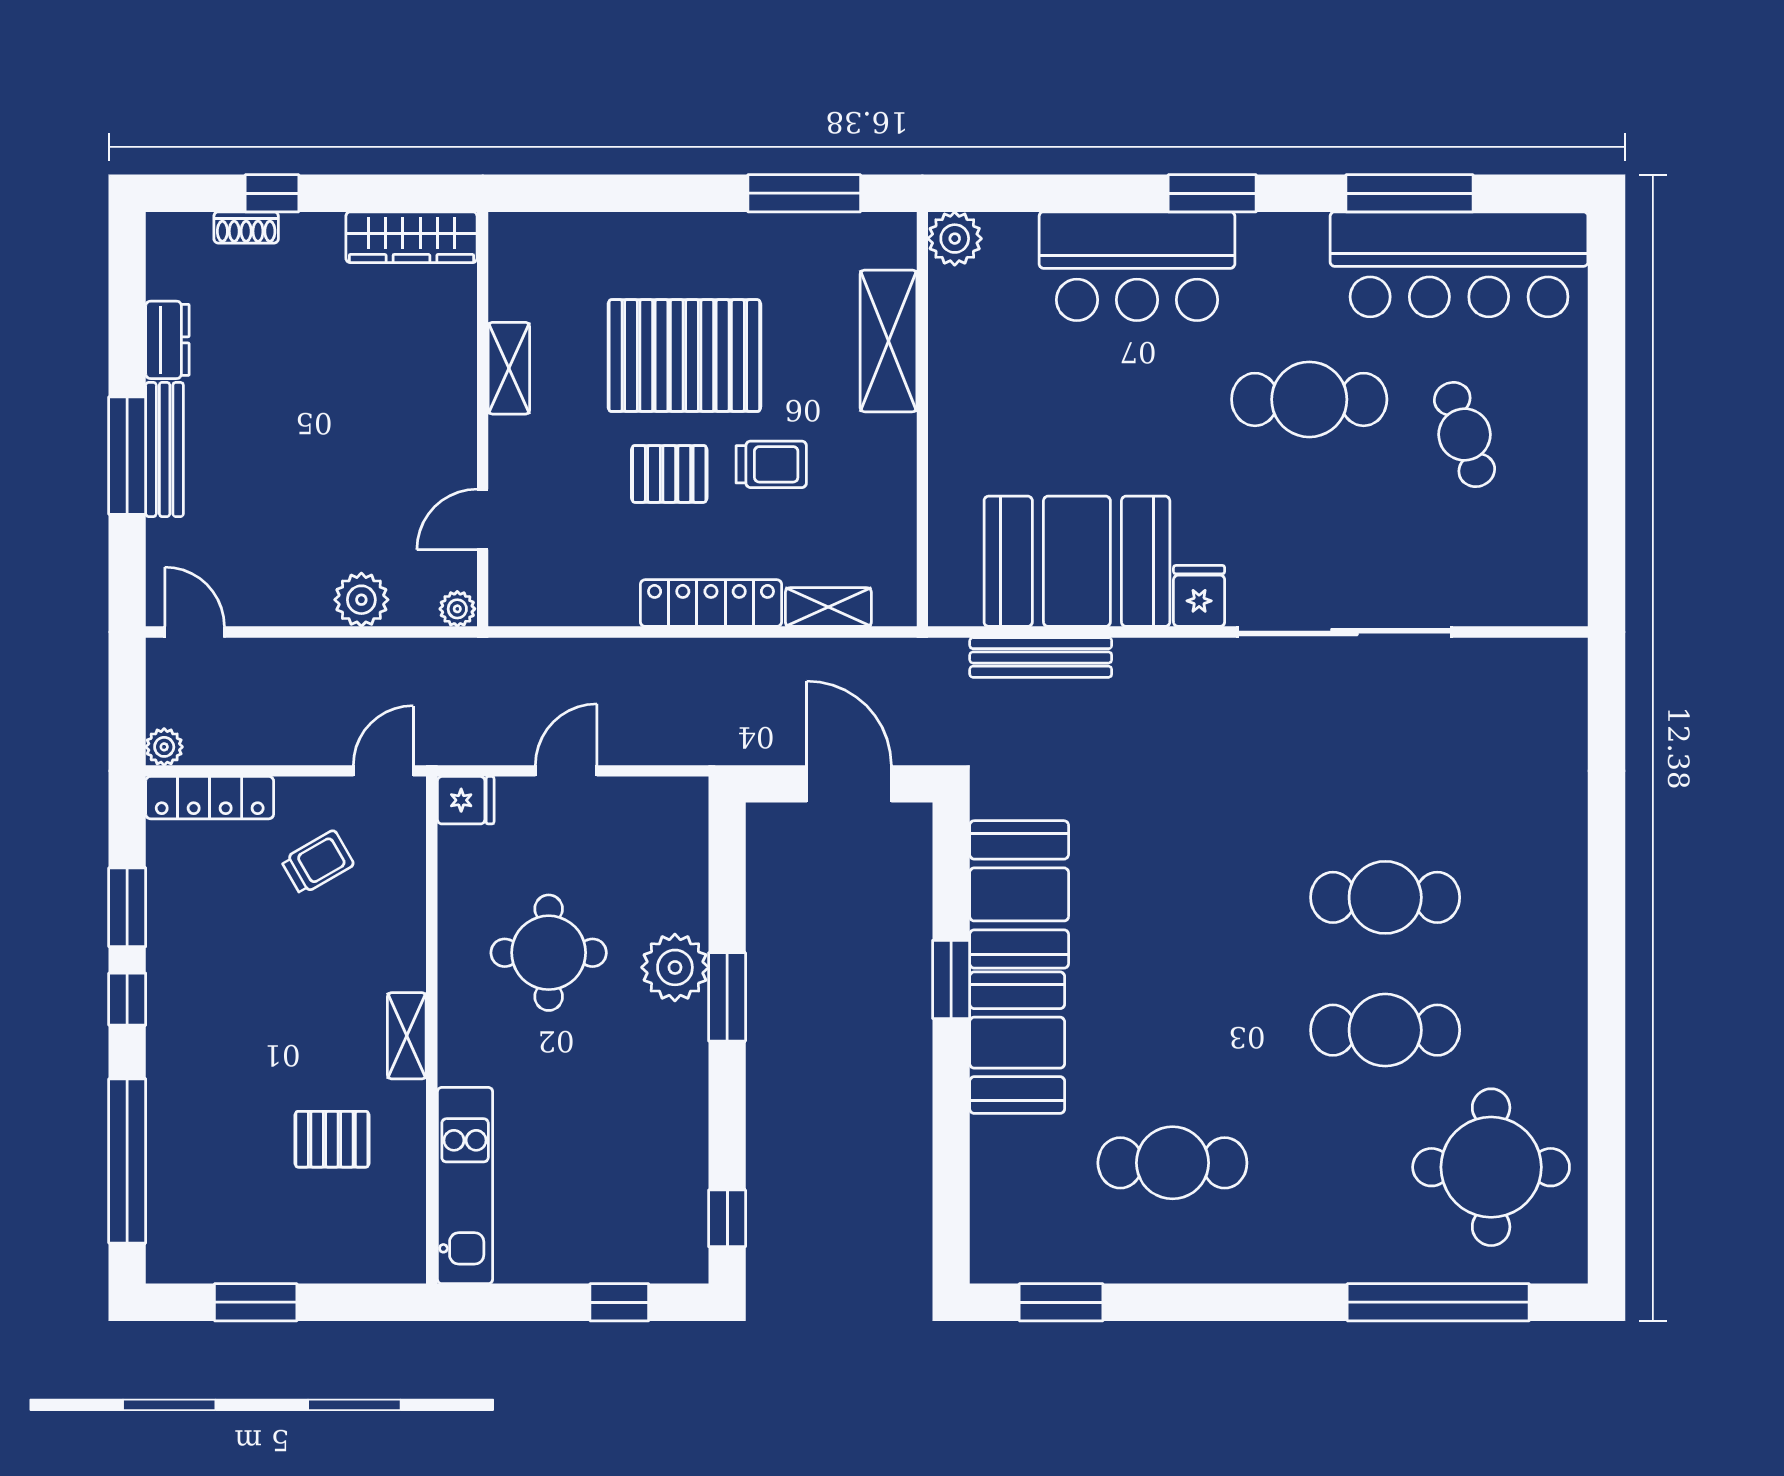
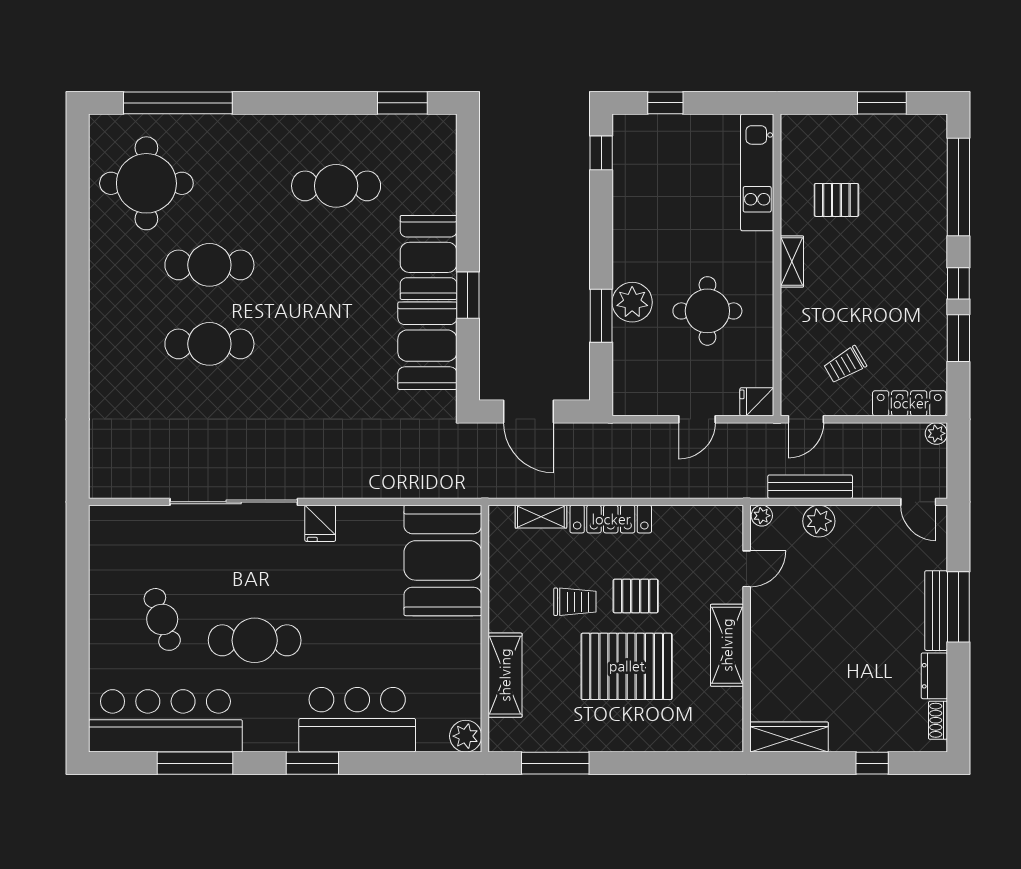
shoe rack: (246, 227) -> (938, 720), moved, turned -90
shelving: (509, 368) -> (727, 645), width x1.50, depth x1.33
trolley: (771, 464) -> (575, 602), turned 180
booth: (1077, 561) -> (443, 560), moved, turned 90
bench: (1041, 657) -> (810, 487), moved
window: (727, 997) -> (601, 316), moved

